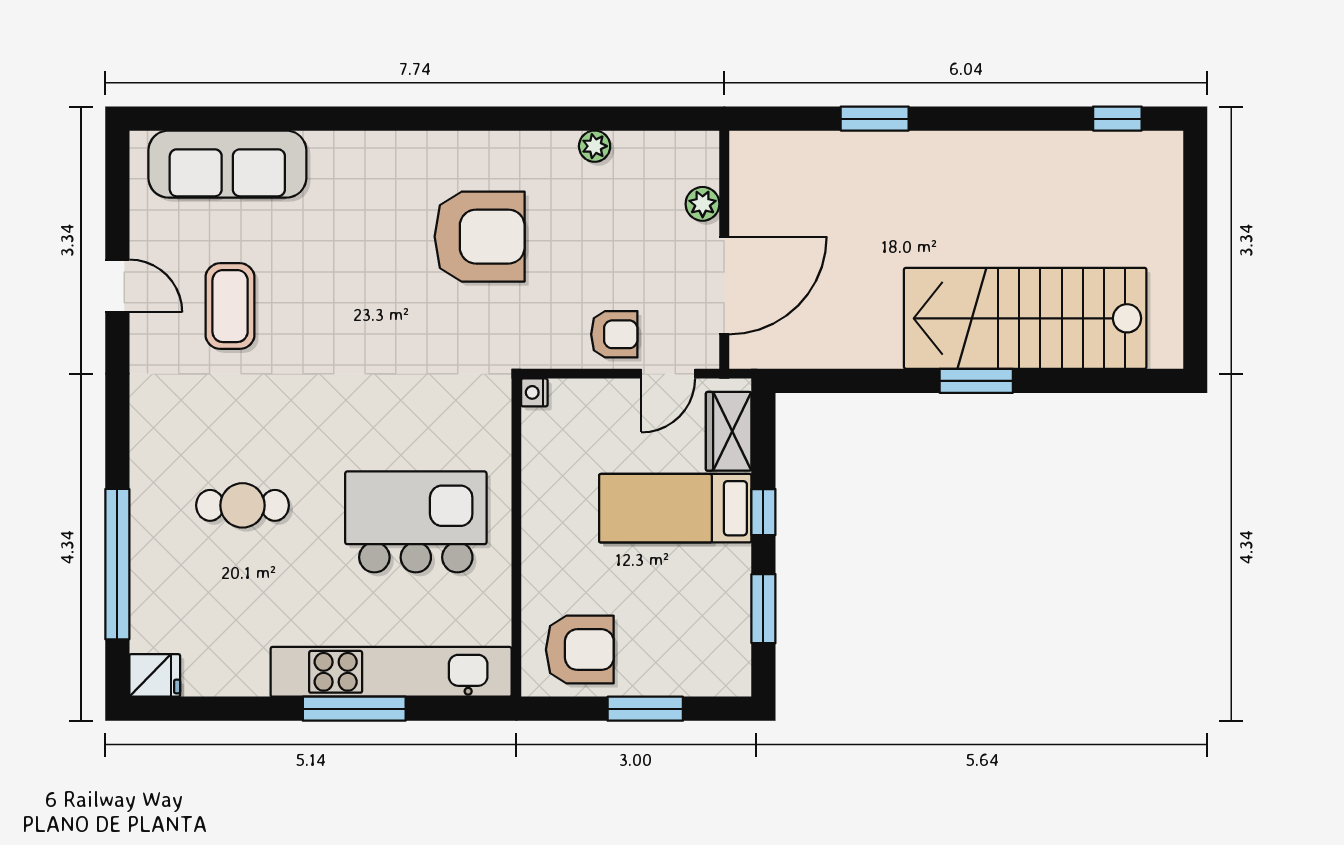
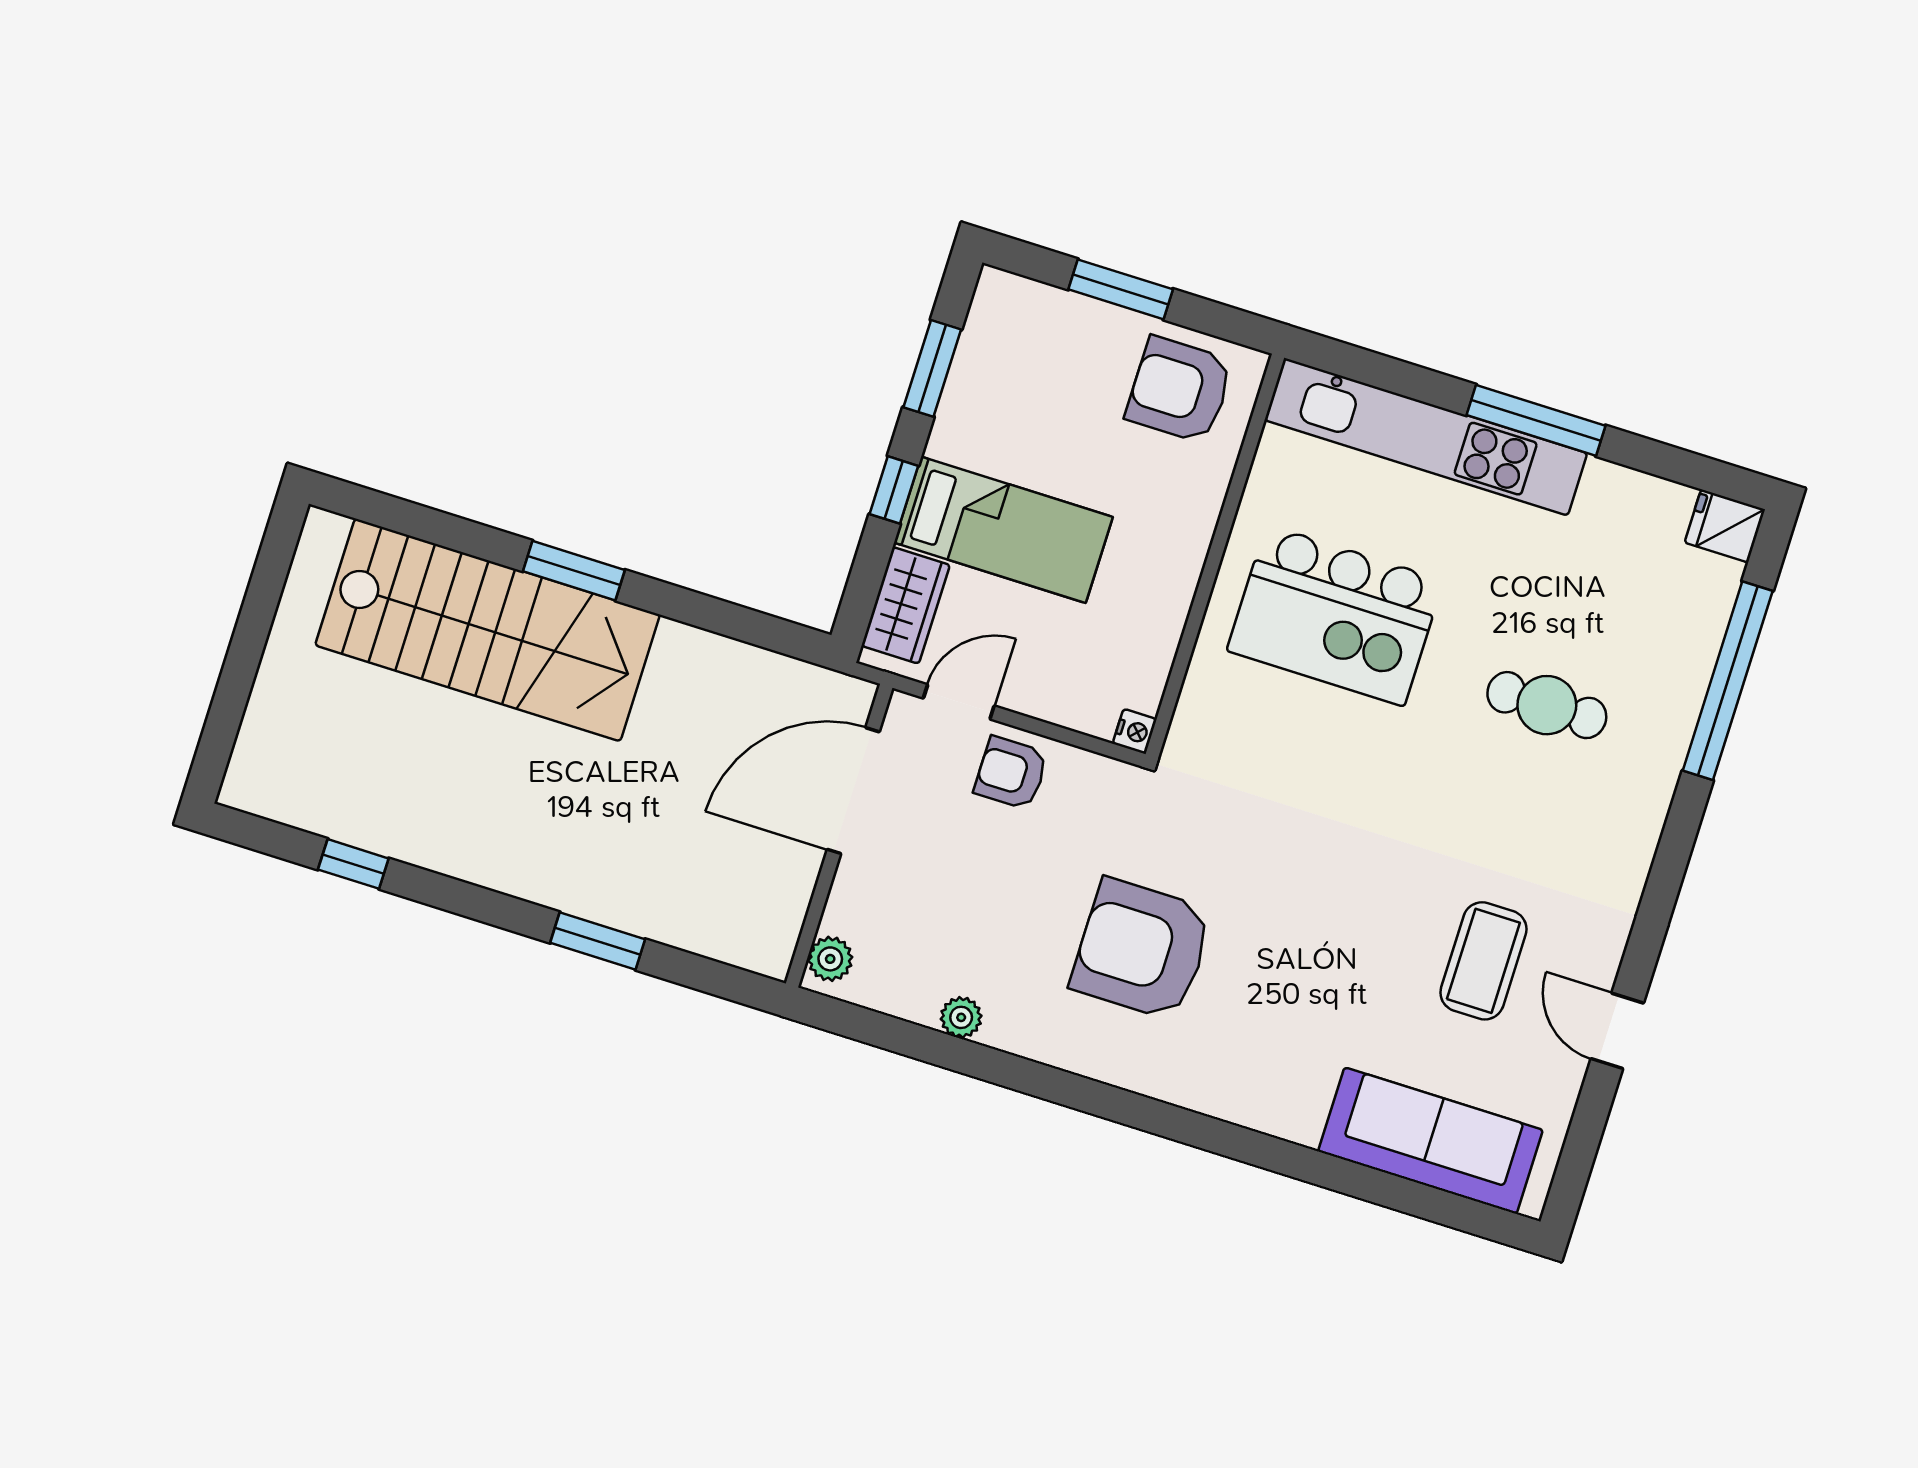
window: (1117, 119) -> (353, 864), moved
plant: (703, 204) -> (830, 959), moved
window: (354, 709) -> (1536, 420), moved

